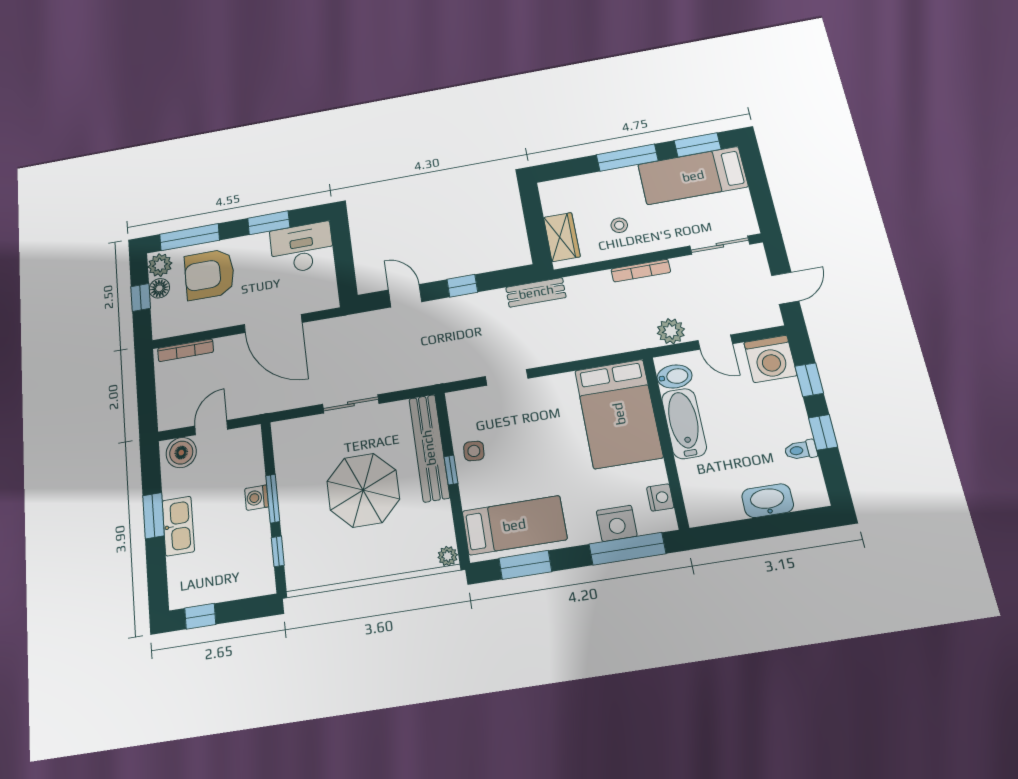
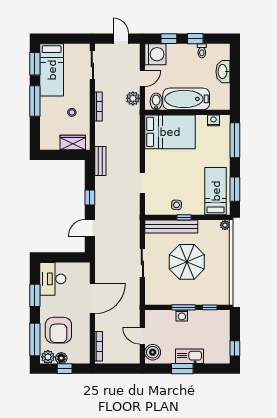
bathtub: (684, 423) -> (186, 99), width x1.36, depth x1.36
nightstand: (617, 523) -> (222, 143), removed

